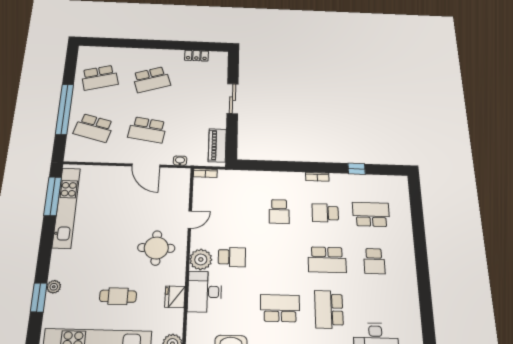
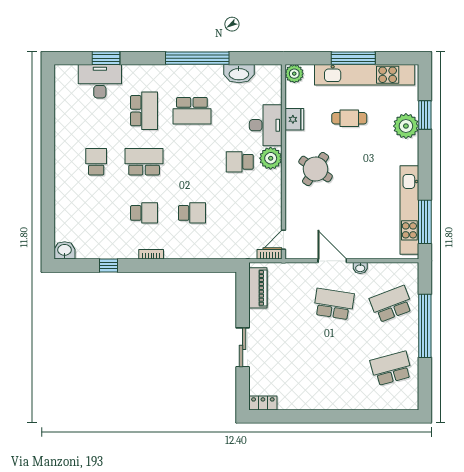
locker: (196, 56) -> (263, 403), moved
school desk: (151, 80) -> (334, 368), removed
school desk: (94, 128) -> (391, 304), turned -36
washbasin: (180, 161) -> (360, 268), moved
washbasin: (398, 183) -> (65, 250), added
school desk: (279, 211) -> (192, 213), turned 90
school desk: (371, 214) -> (96, 213), removed
door: (190, 220) -> (283, 240), moved
round table: (156, 248) -> (316, 169), turned 34
plant: (54, 287) -> (406, 126), width x1.88, depth x1.88

